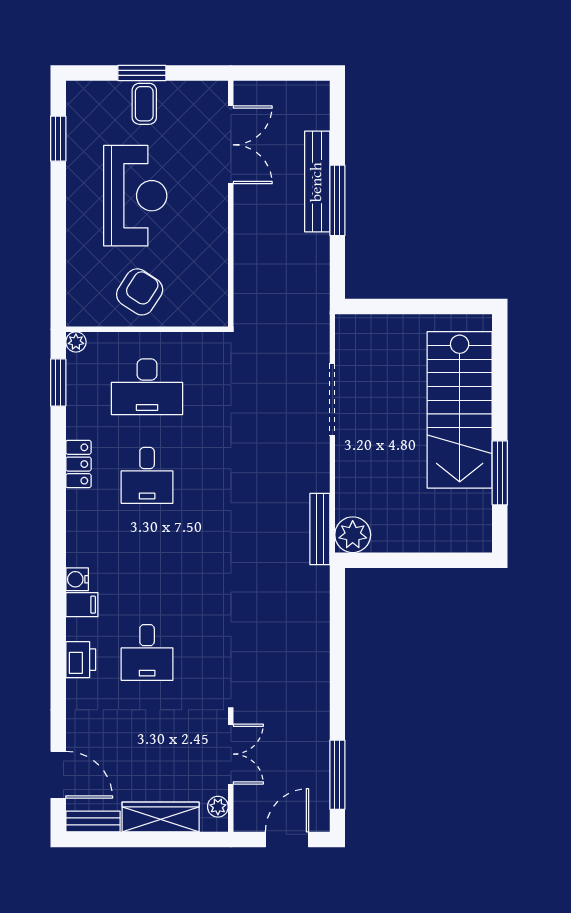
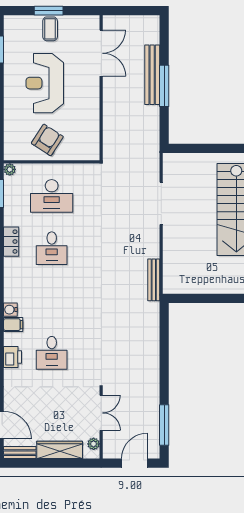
reception desk: (135, 196) -> (45, 83), turned 180
plant: (353, 535) -> (173, 283), removed

